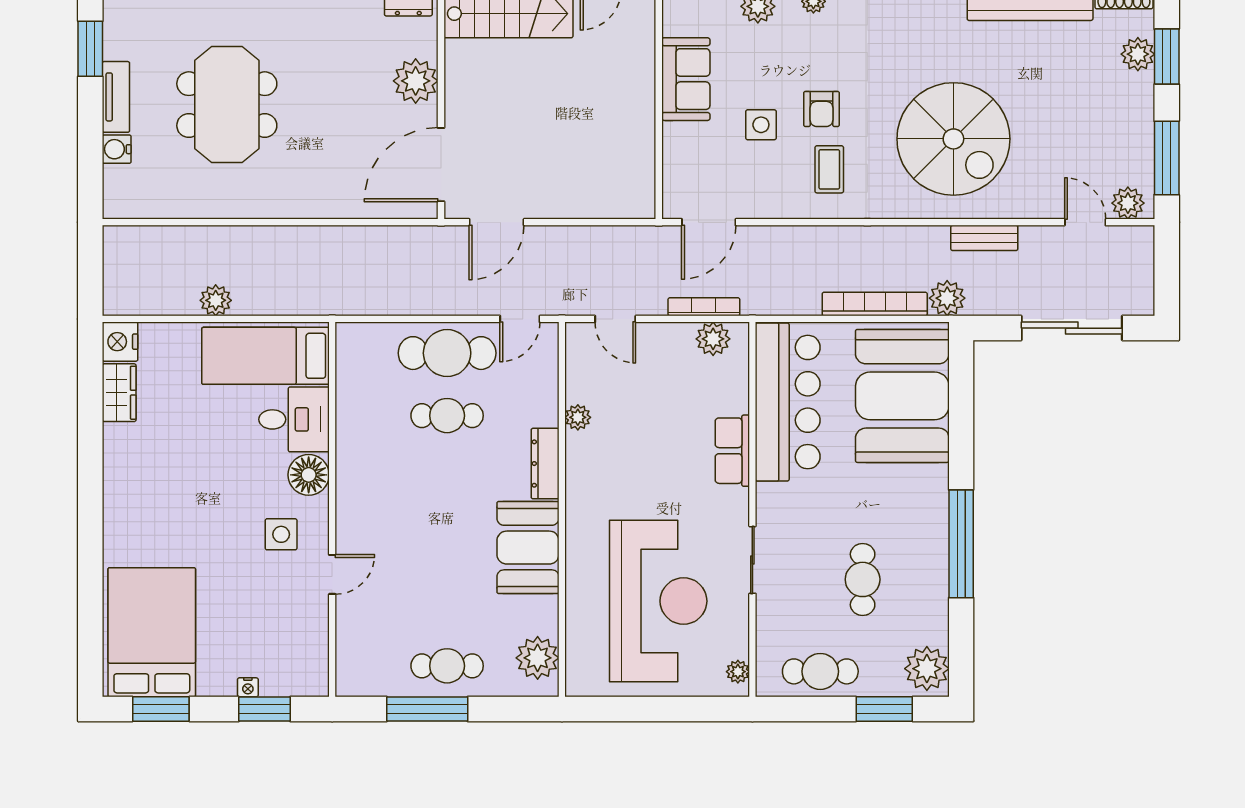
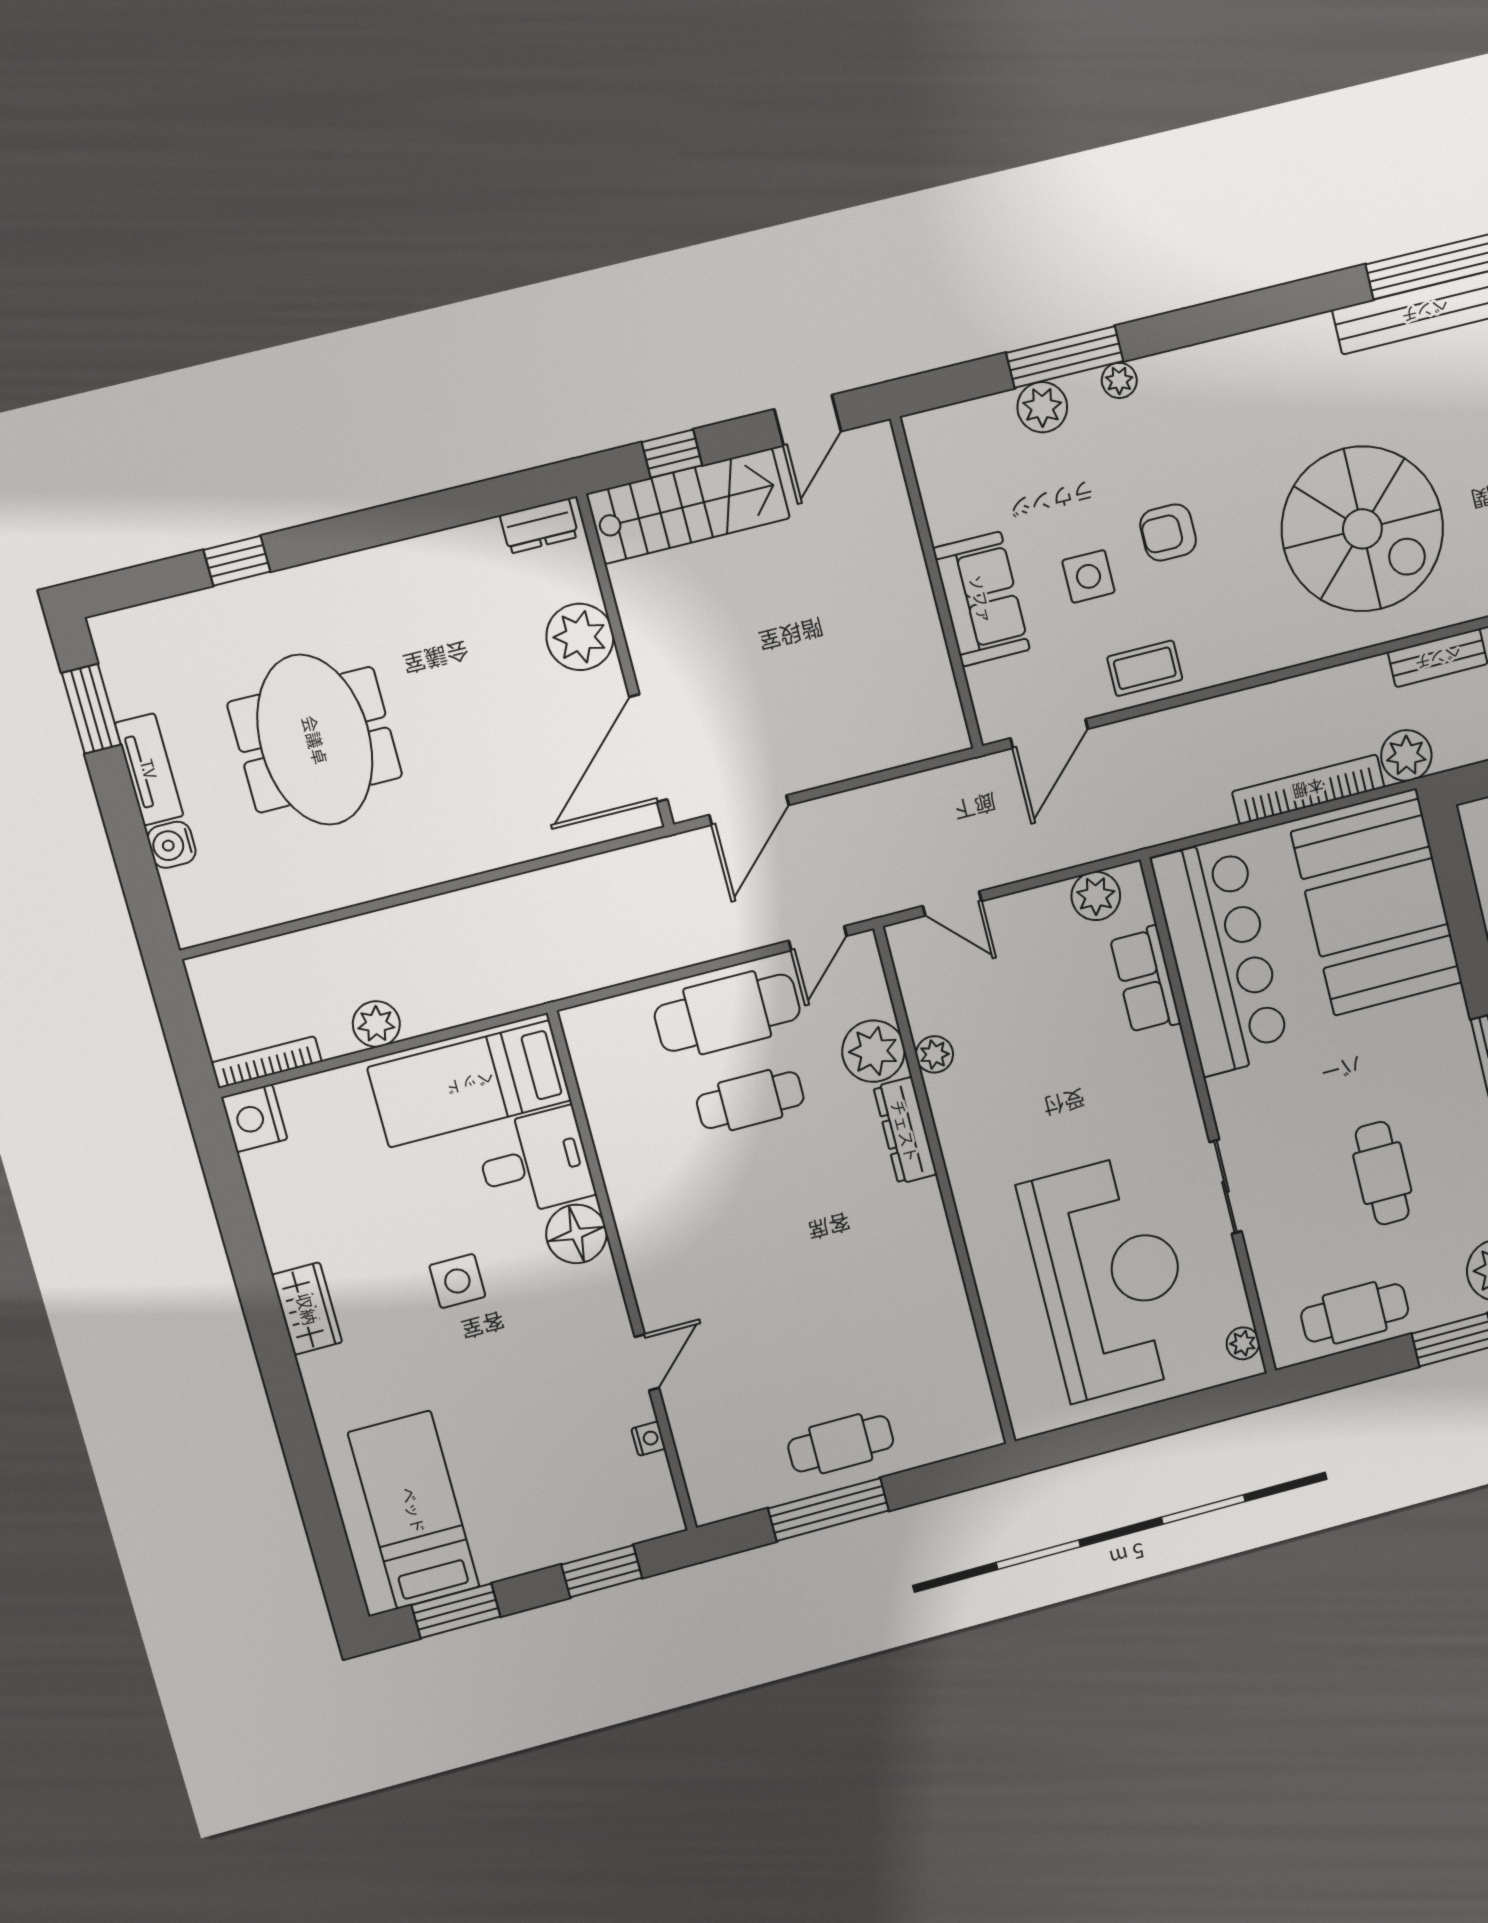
sofa: (686, 79) -> (981, 599), moved
armchair: (822, 109) -> (1168, 532), turned 90
coffee table: (829, 169) -> (1145, 668), moved, turned 90
bookcase: (704, 307) -> (266, 1062), moved
wardrobe: (119, 393) -> (307, 1309), moved
row of seats: (732, 451) -> (1145, 980), moved
side table: (281, 534) -> (457, 1281), moved
booth: (528, 548) -> (911, 1252), removed
bed: (152, 632) -> (414, 1510), width x0.67
plant: (538, 658) -> (873, 1051), moved
nightstand: (248, 687) -> (648, 1439), moved, turned -90

